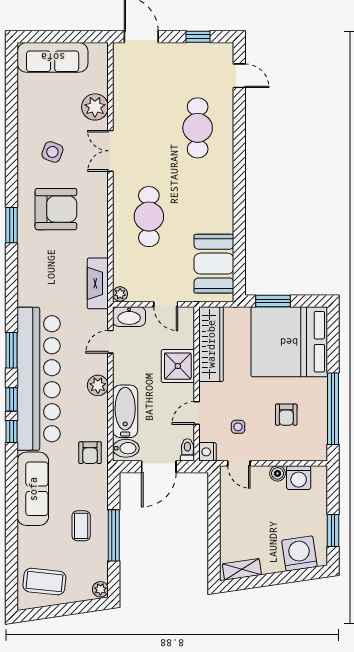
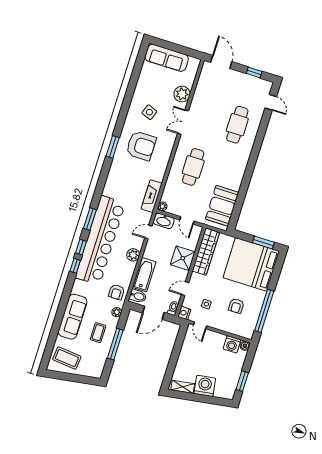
window: (273, 301) -> (263, 242), moved
boiler: (277, 473) -> (245, 346), moved
sofa: (33, 489) -> (73, 317), moved
washing machine: (299, 554) -> (205, 386), moved
plant: (100, 589) -> (117, 312), moved

